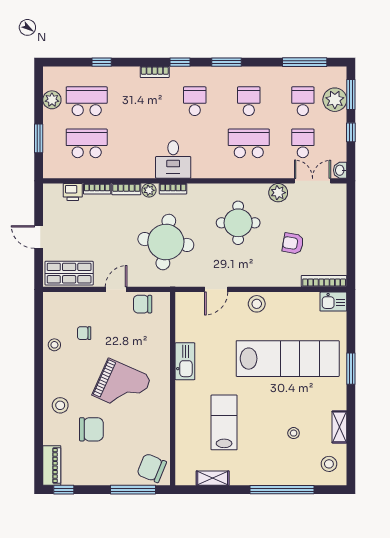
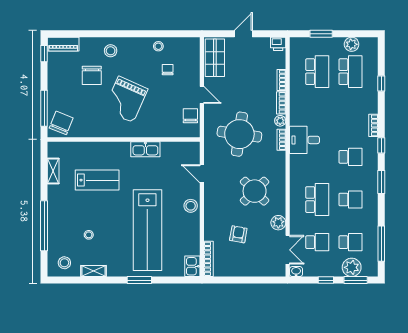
printer: (73, 192) -> (278, 44), moved, turned -90
round table: (238, 223) -> (255, 191), turned 45

